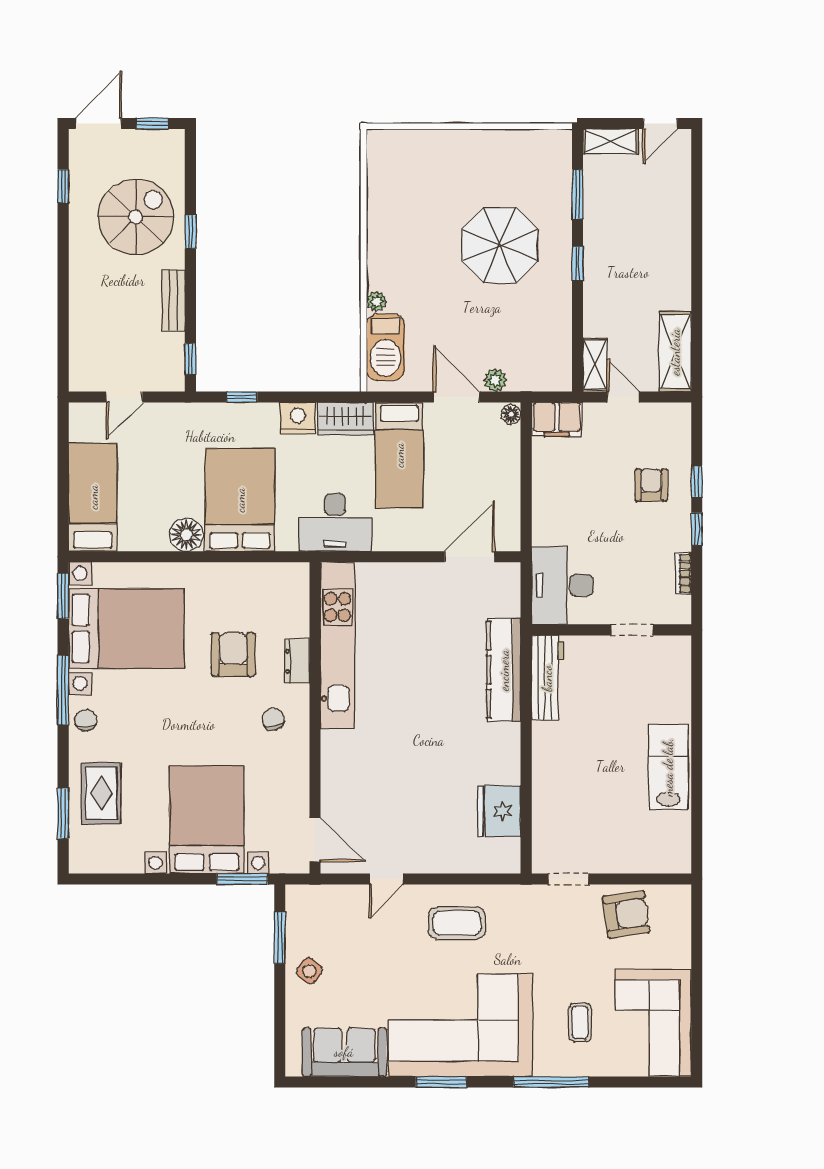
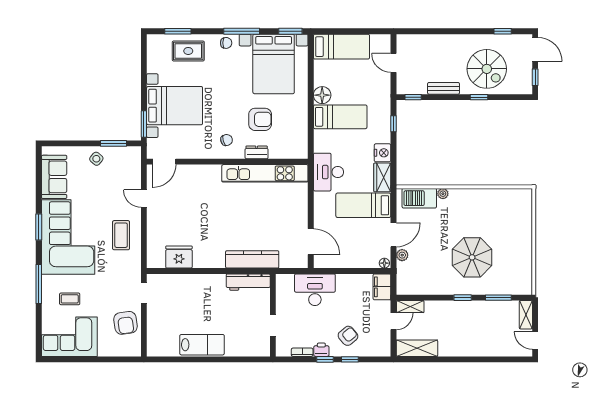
armchair: (651, 485) -> (348, 336), turned -40
bed: (240, 500) -> (340, 117), width x0.67
printer: (678, 536) -> (321, 350), added
desk: (562, 585) -> (315, 290), moved

